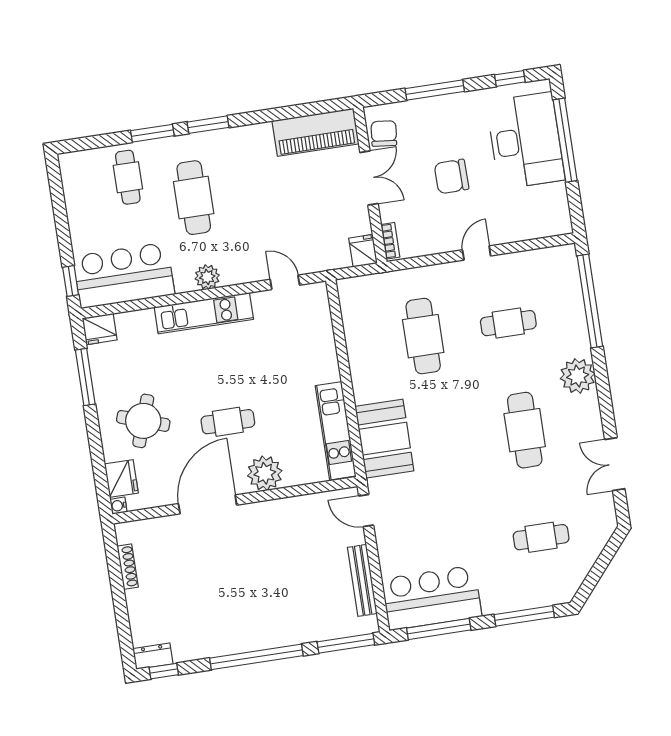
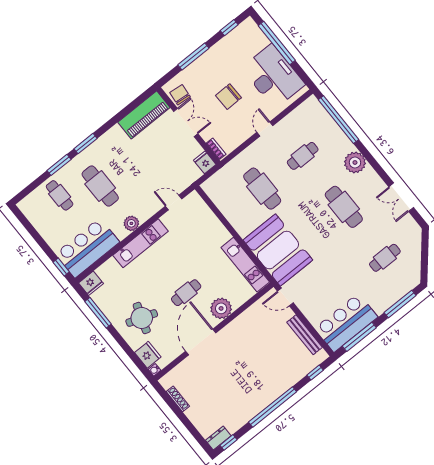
desk: (526, 141) -> (273, 76), moved
booth: (384, 439) -> (278, 250), width x1.36, depth x1.42
window: (346, 643) -> (315, 373), width x0.46

